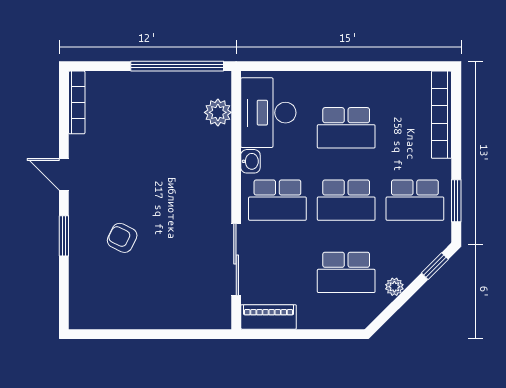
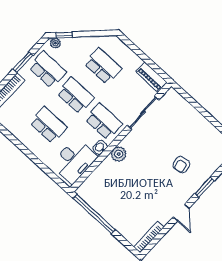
plant: (218, 112) -> (119, 154), moved
window: (456, 201) -> (23, 62), moved
armchair: (122, 238) -> (181, 165), turned 53
plant: (394, 287) -> (55, 43), moved

